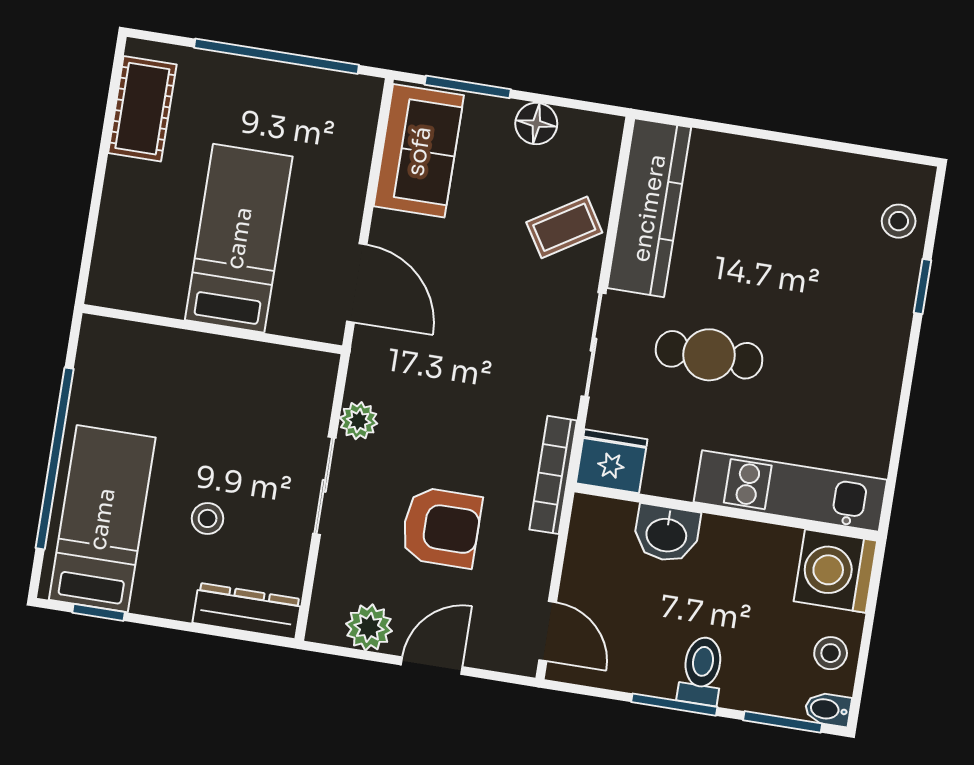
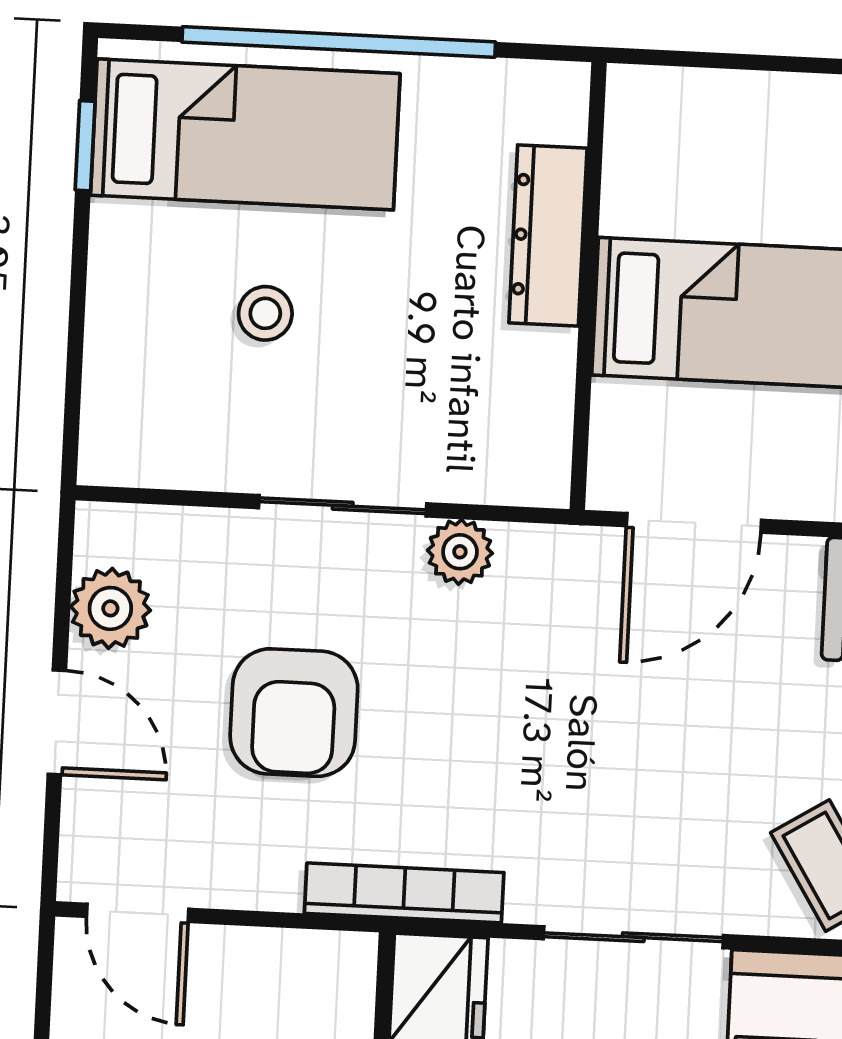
dresser: (247, 611) -> (548, 235), moved, turned 180
door: (548, 631) -> (138, 913), hinge flipped

